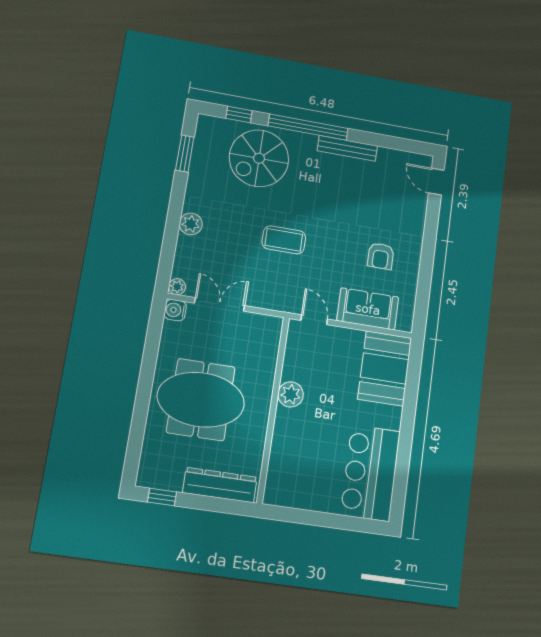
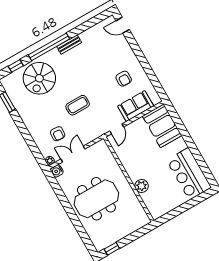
bench: (347, 148) -> (69, 44), width x0.73
plant: (191, 224) -> (34, 130), removed
armchair: (221, 257) -> (58, 134), added
door: (314, 320) -> (117, 129), swing flipped
plant: (291, 394) -> (142, 186), moved
dresser: (220, 485) -> (131, 226), removed

